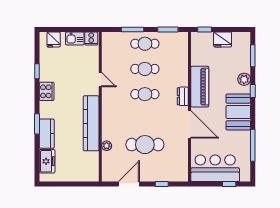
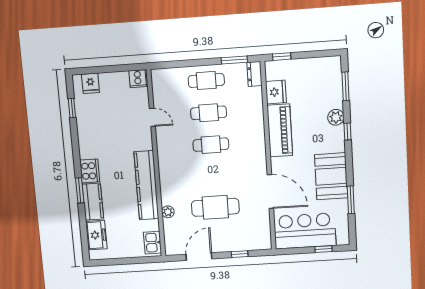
window: (132, 29) -> (189, 63), removed
kitchen sink: (75, 38) -> (153, 243), moved, turned 90
fridge: (223, 39) -> (276, 92), moved, turned -90
window: (37, 71) -> (72, 108), moved
door: (100, 80) -> (152, 117), moved
cooker: (47, 91) -> (90, 171), moved
dresser: (183, 96) -> (255, 74), moved
booth: (238, 112) -> (331, 176), moved
door: (190, 124) -> (270, 192), moved
window: (253, 145) -> (351, 200), width x0.69

